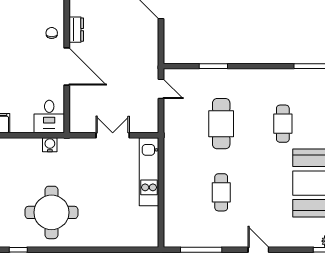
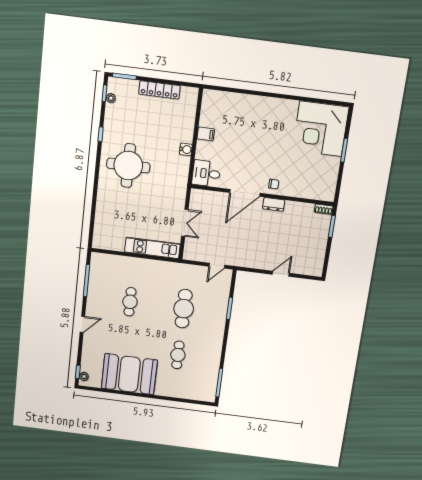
cafe table: (221, 124) -> (184, 309), turned 90
cafe table: (283, 124) -> (178, 355), turned 90
water cooler: (50, 145) -> (186, 149), moved
cafe table: (221, 192) -> (130, 302), turned 90

